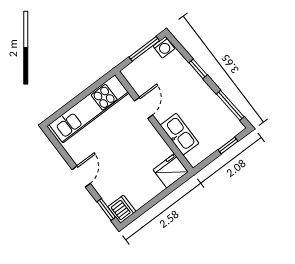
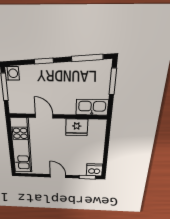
kitchen sink: (180, 134) -> (92, 107), moved
window: (228, 145) -> (113, 82), width x1.50
fridge: (171, 171) -> (77, 127), moved, turned -90

